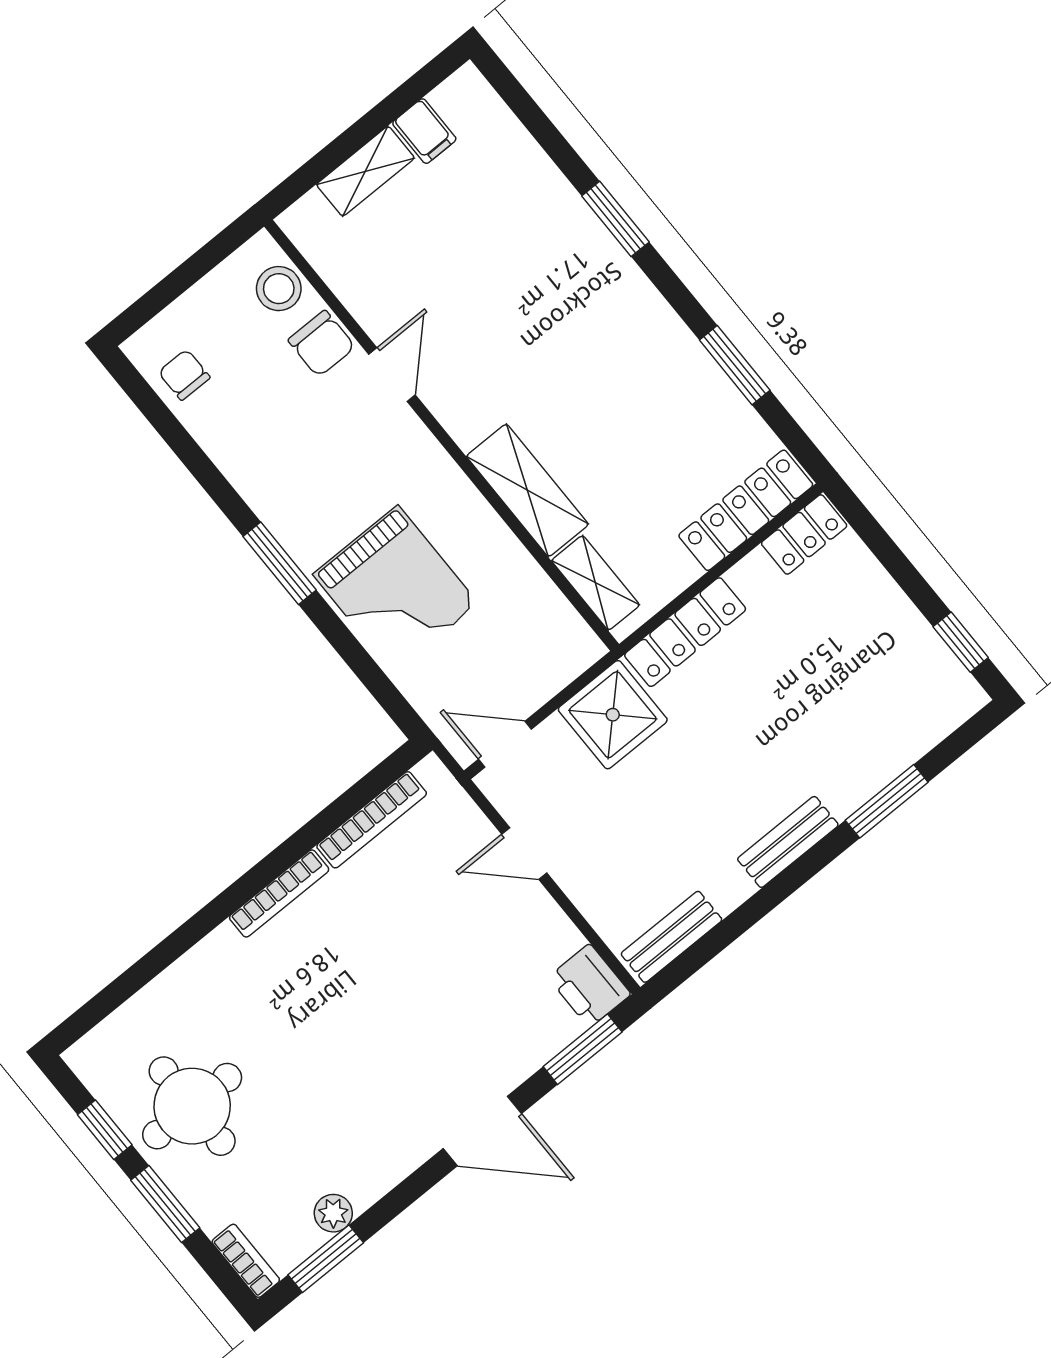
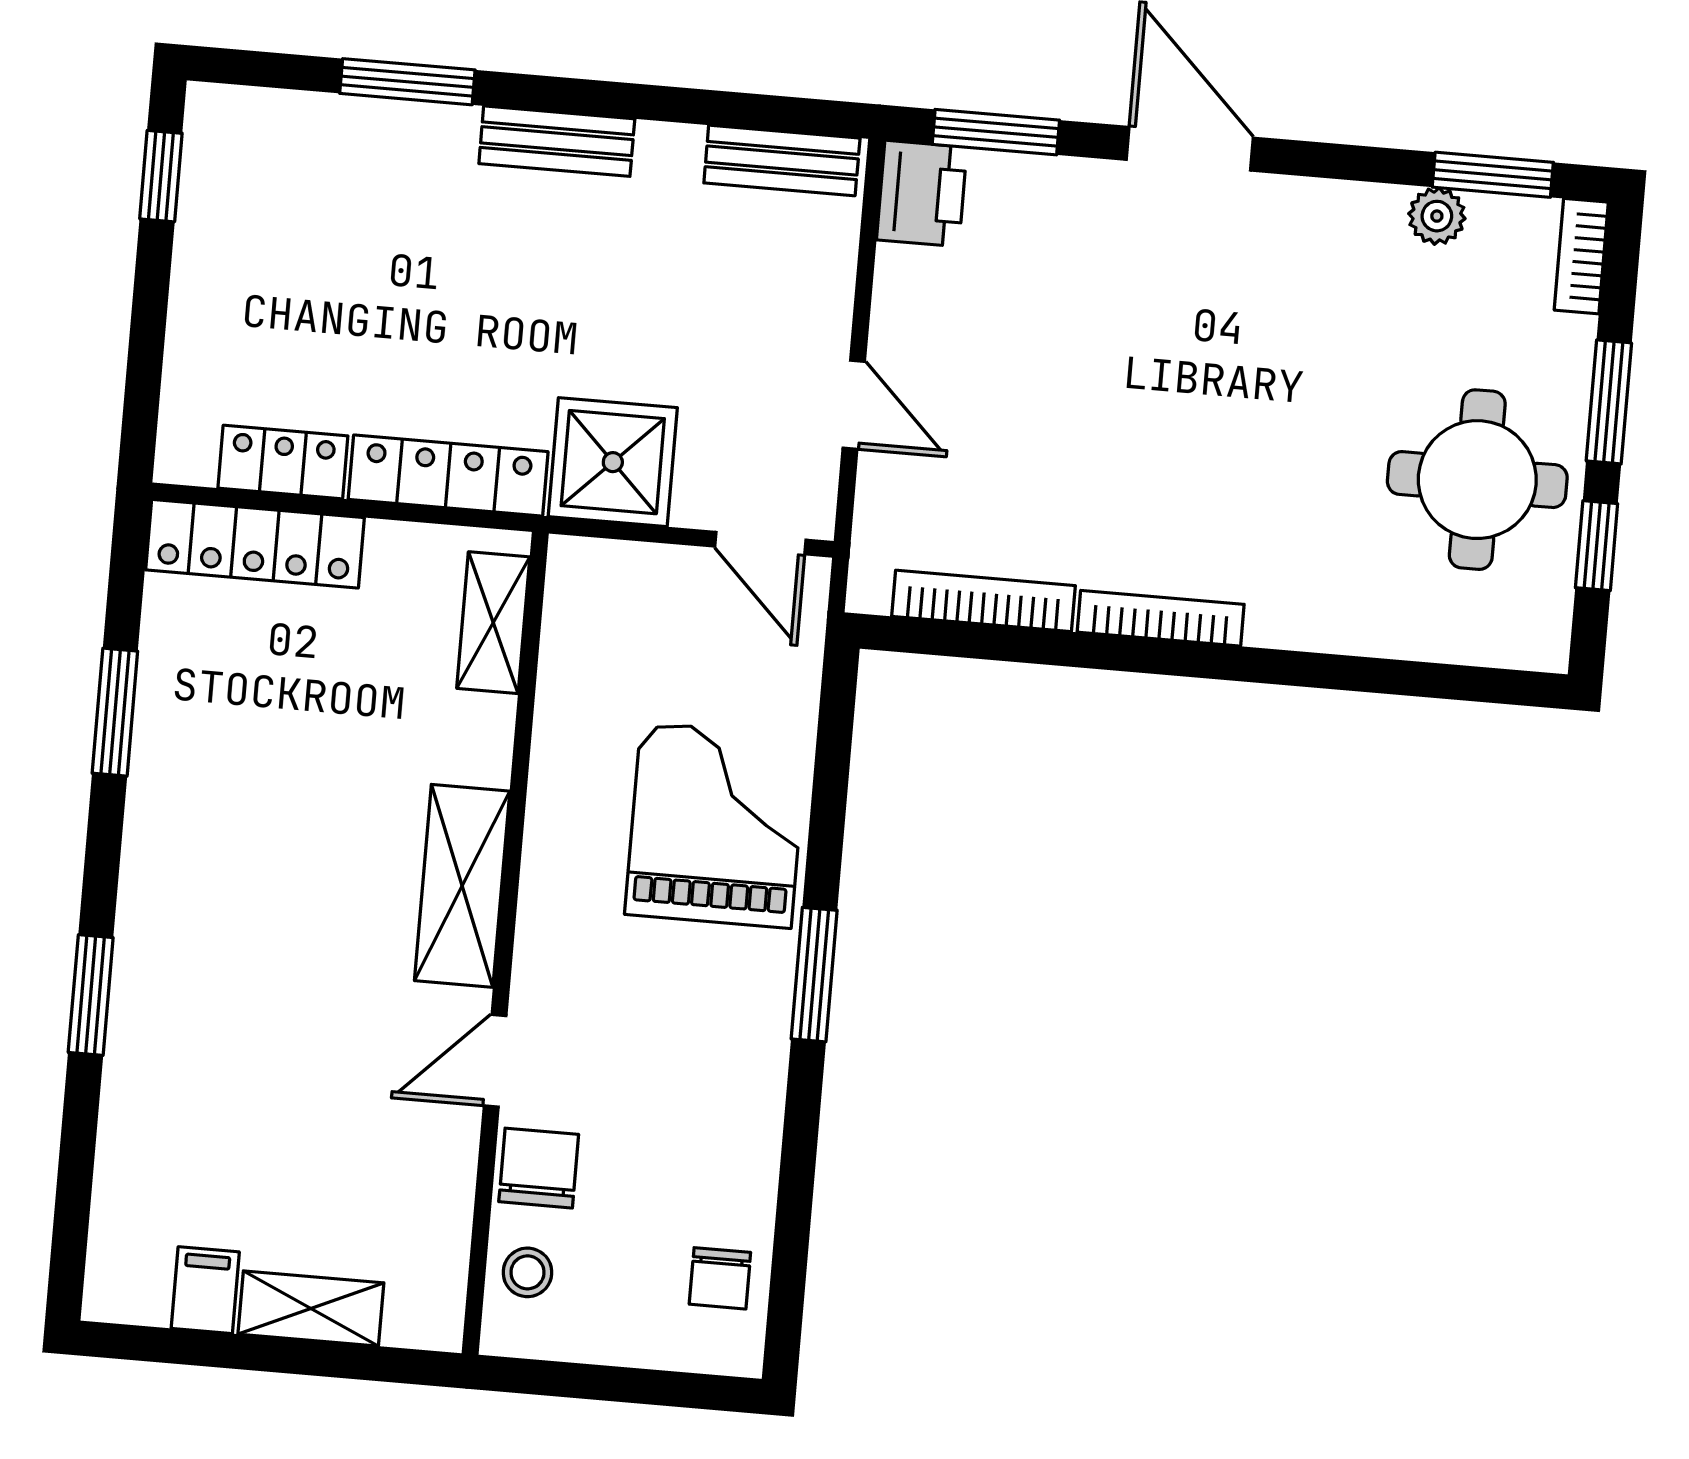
stool: (279, 289) -> (527, 1272), width x0.73, depth x0.73
shelving: (527, 490) -> (462, 886), moved
locker: (804, 534) -> (283, 462), moved

